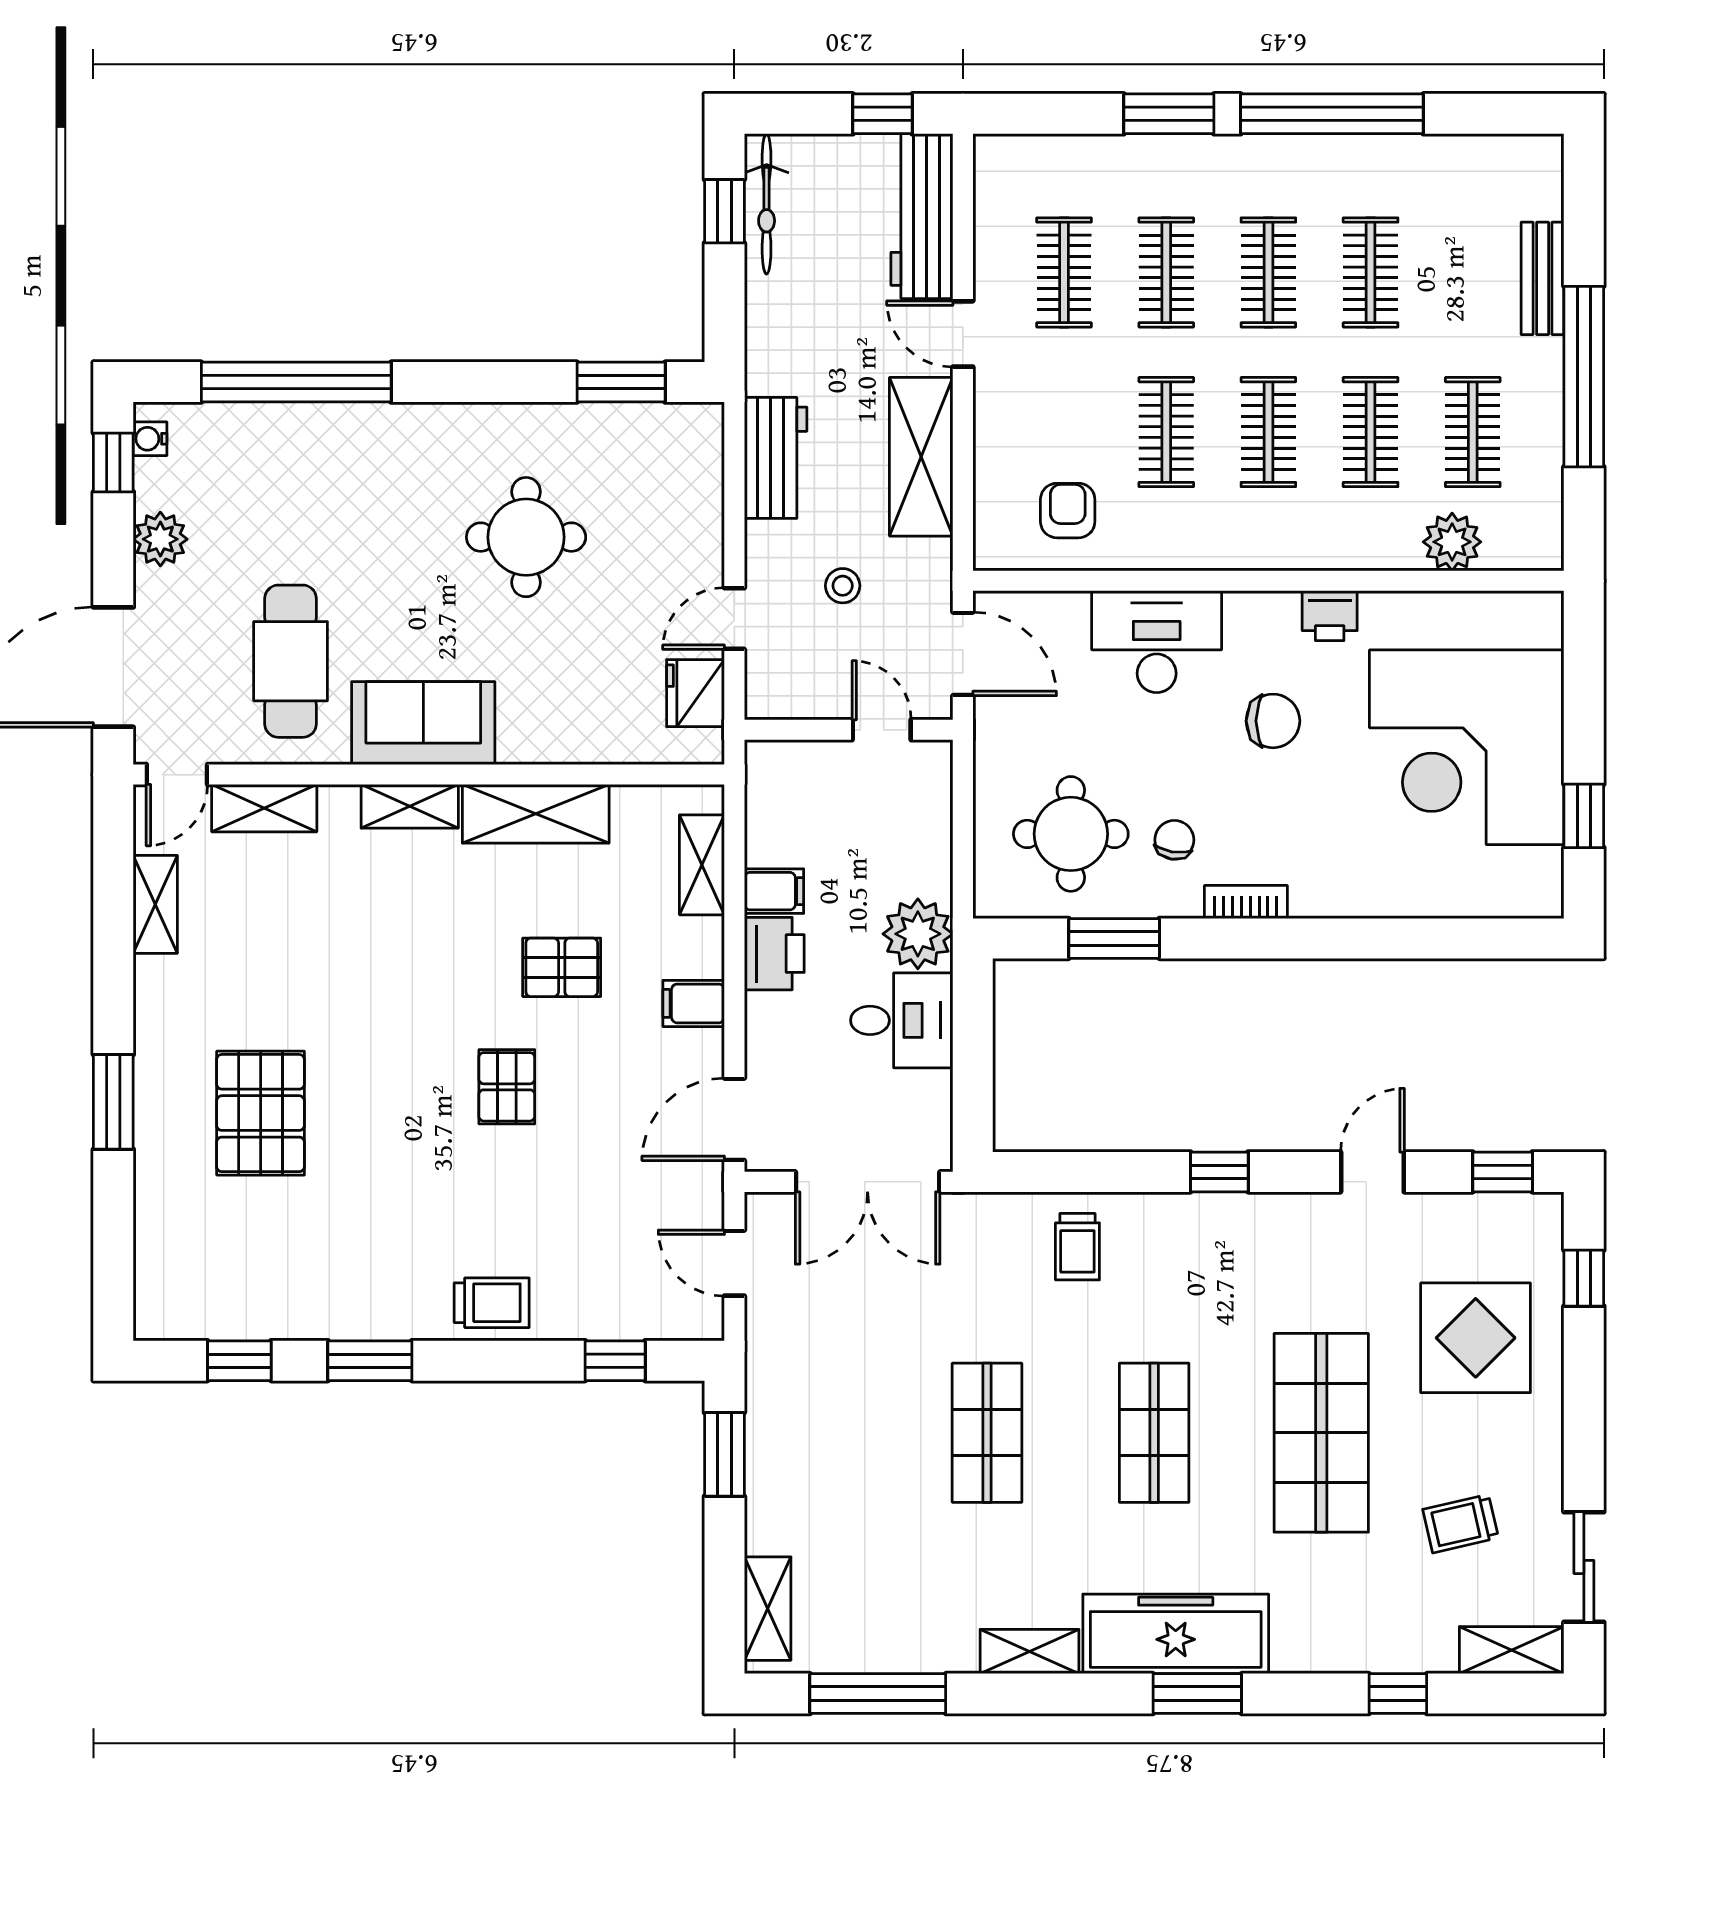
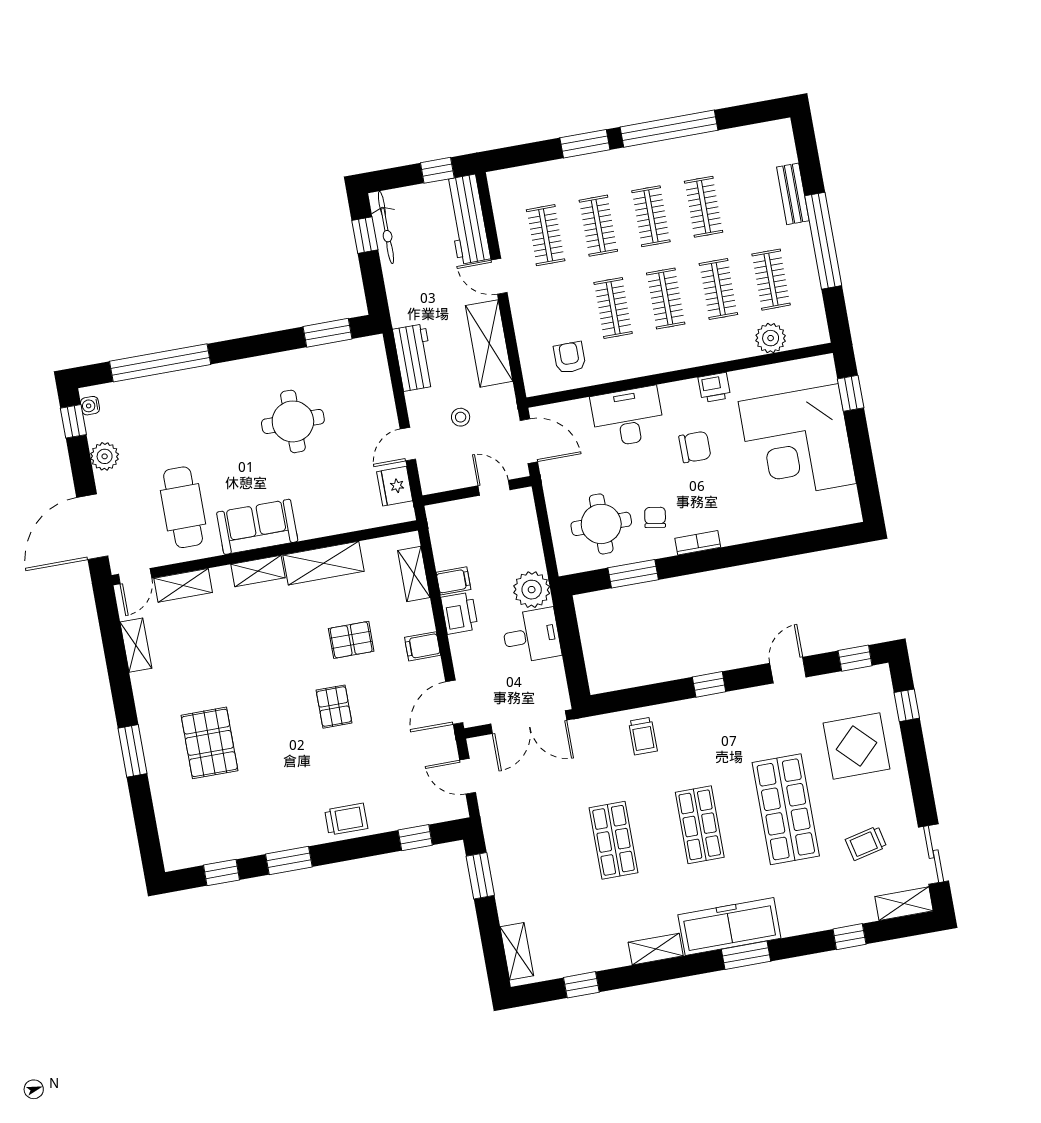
window: (1584, 816) -> (851, 393), moved
window: (878, 1694) -> (581, 985), width x0.46

